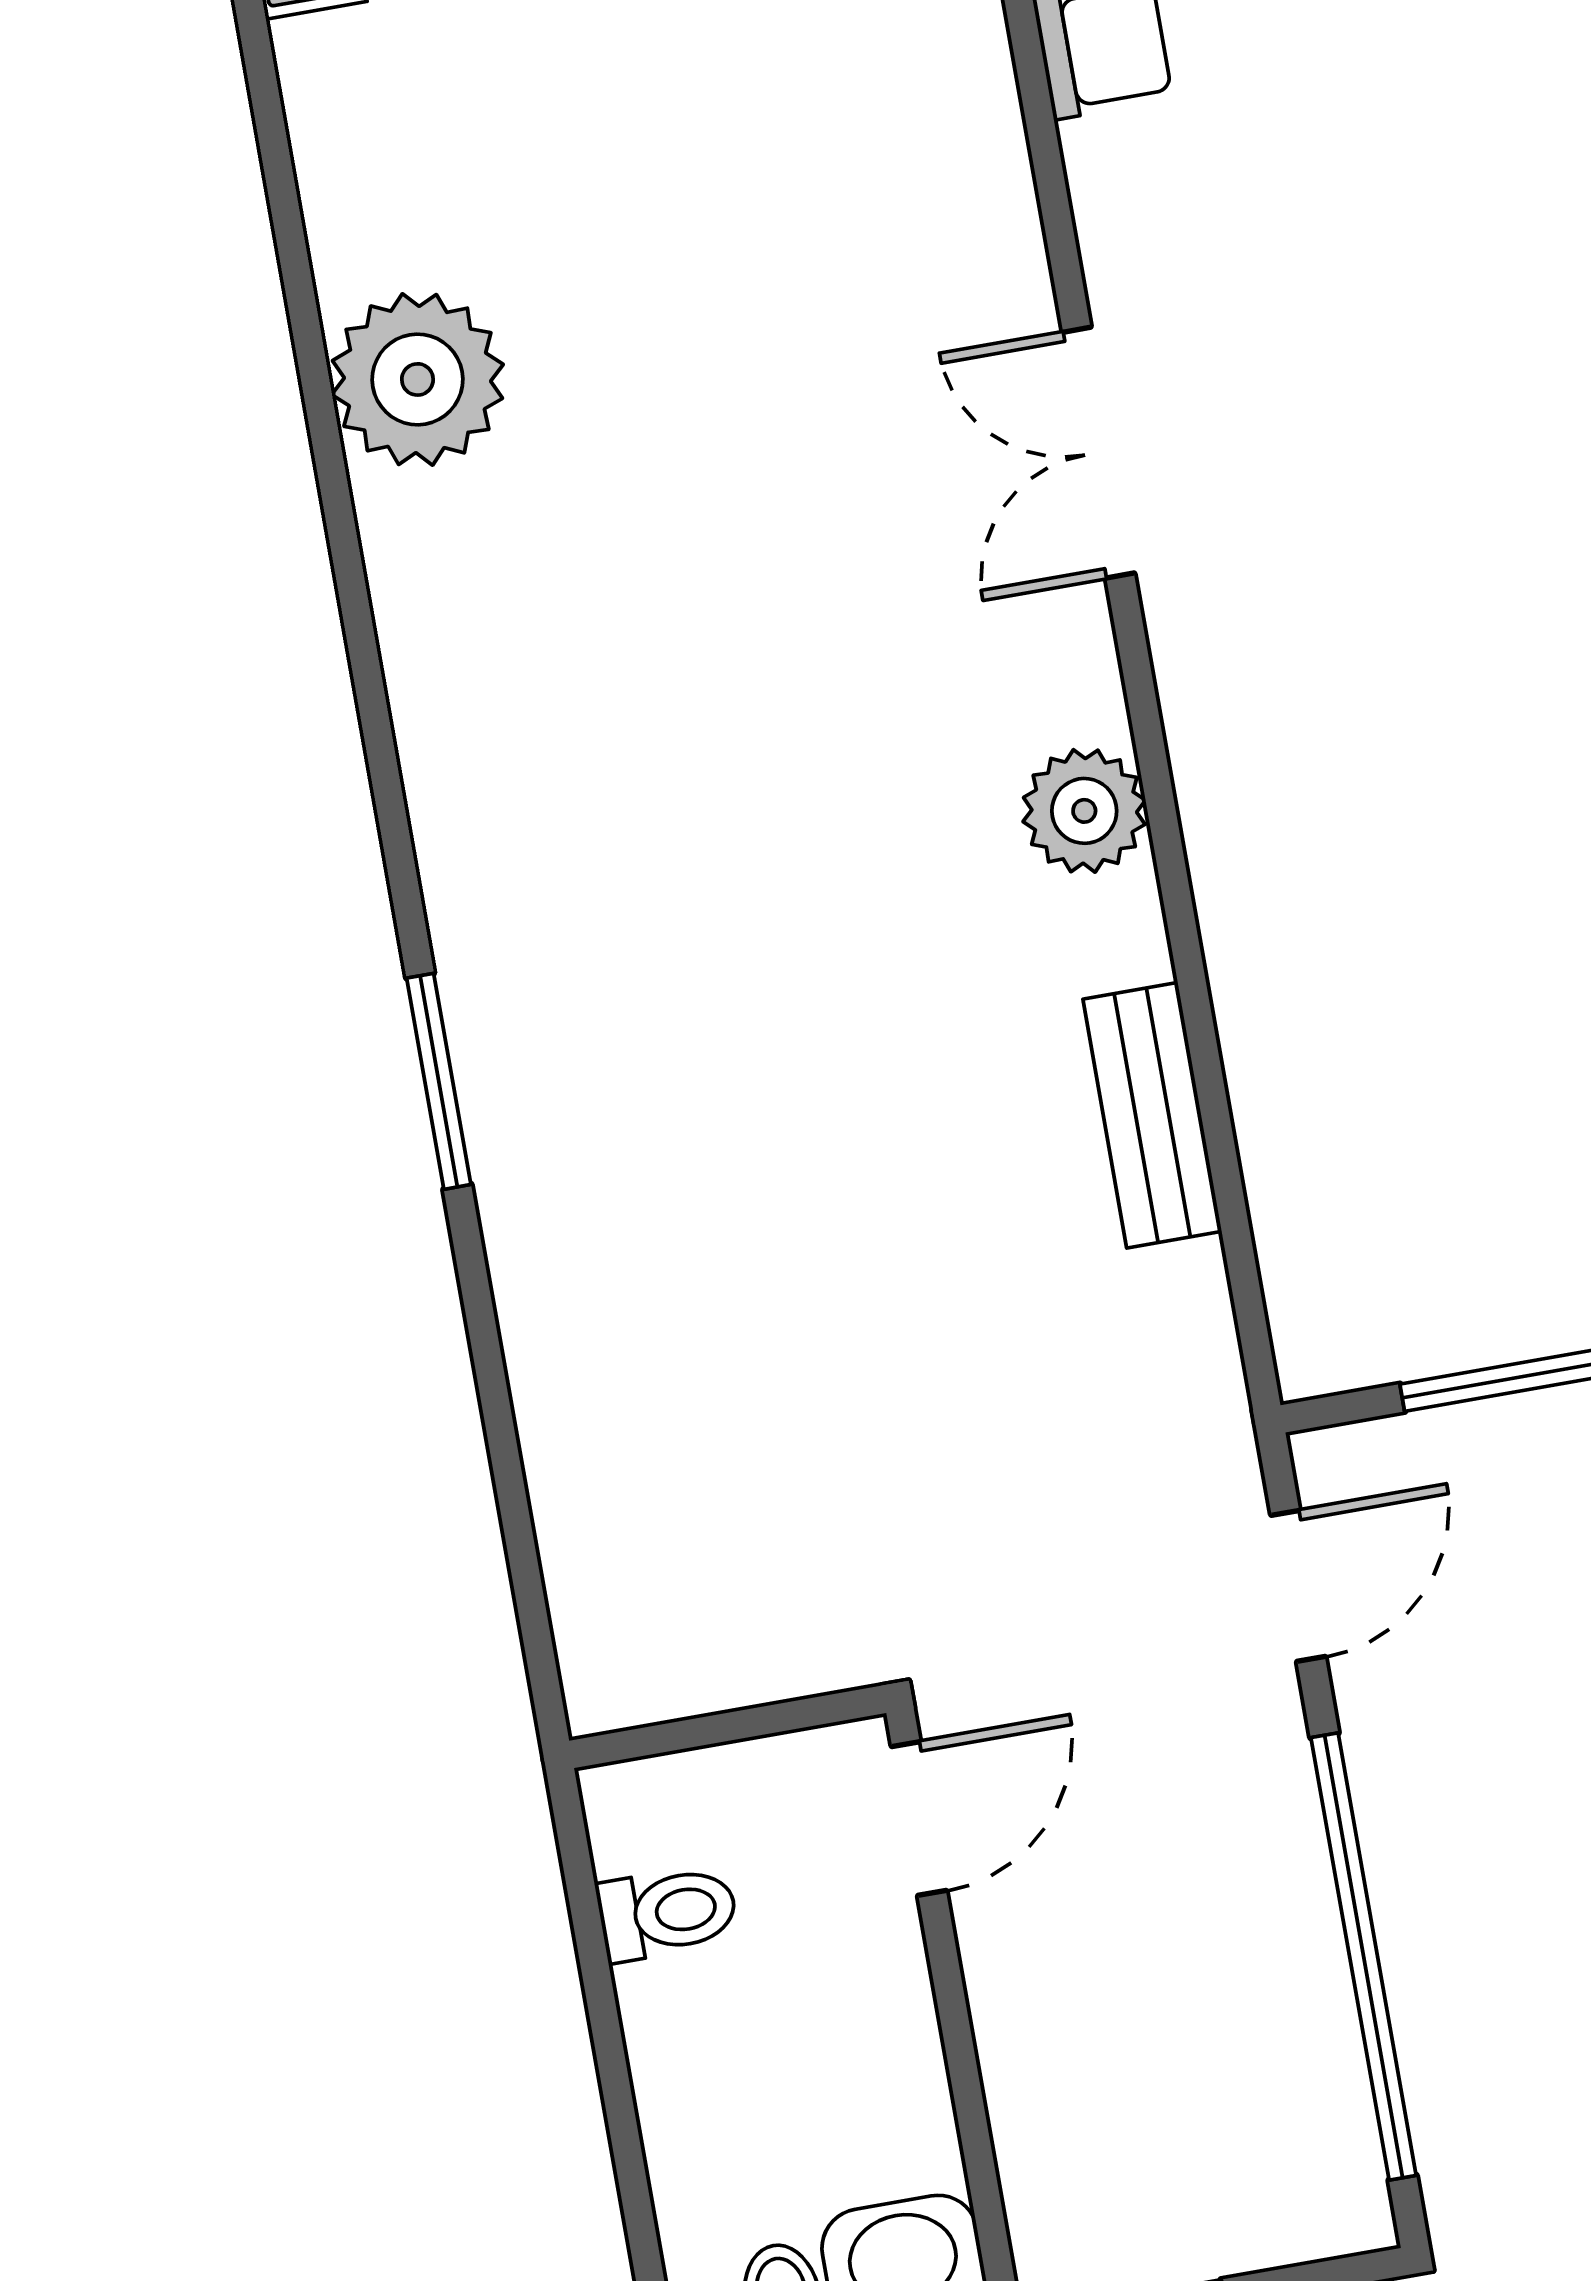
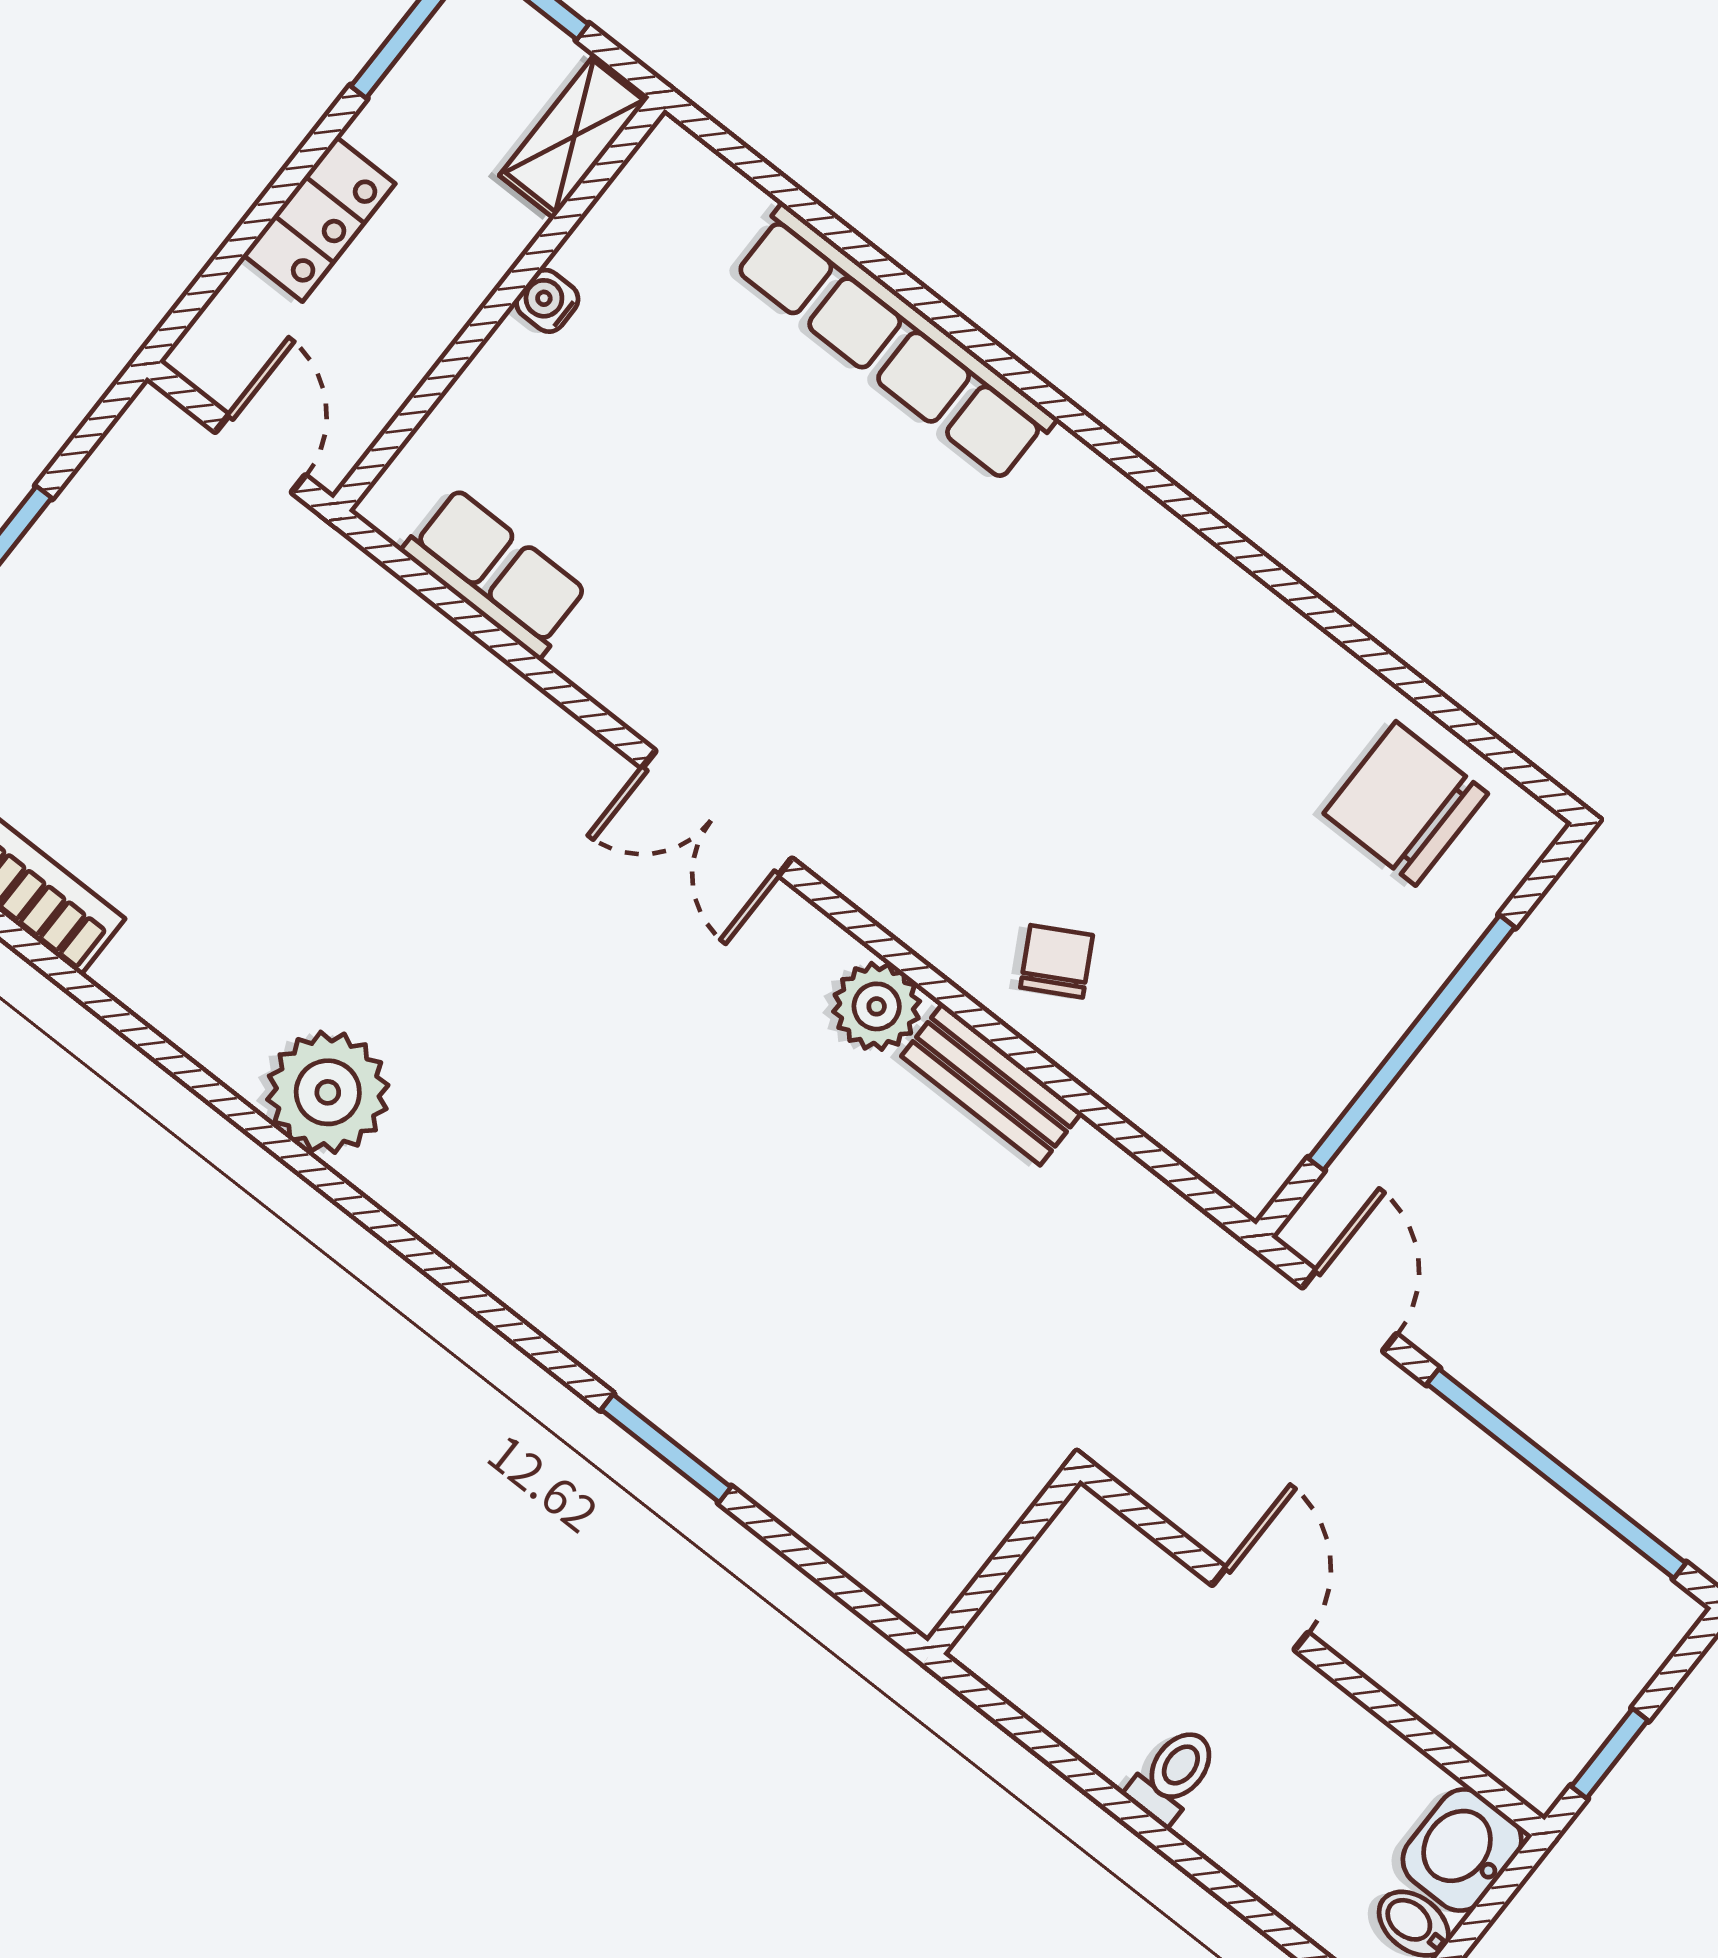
chair: (1319, 934) -> (1057, 961), added
bench: (1152, 1115) -> (991, 1084), moved
wall: (728, 1727) -> (1004, 1561), moved

